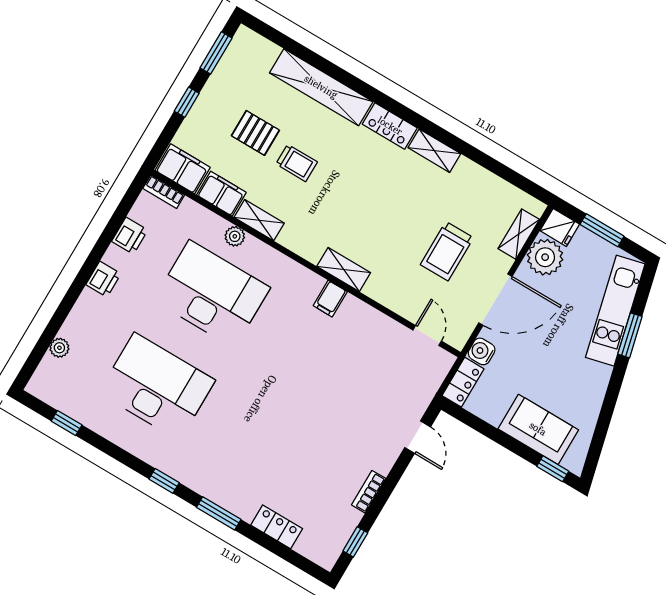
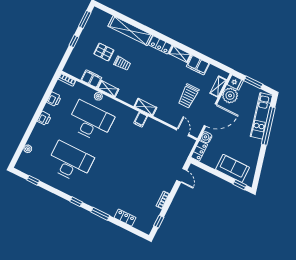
filing cabinet: (183, 169) -> (198, 65), moved, turned 180
window: (630, 335) -> (268, 126), width x2.11

